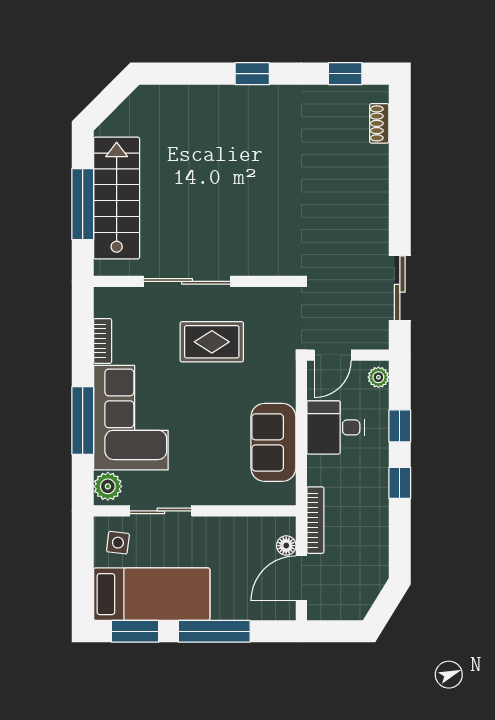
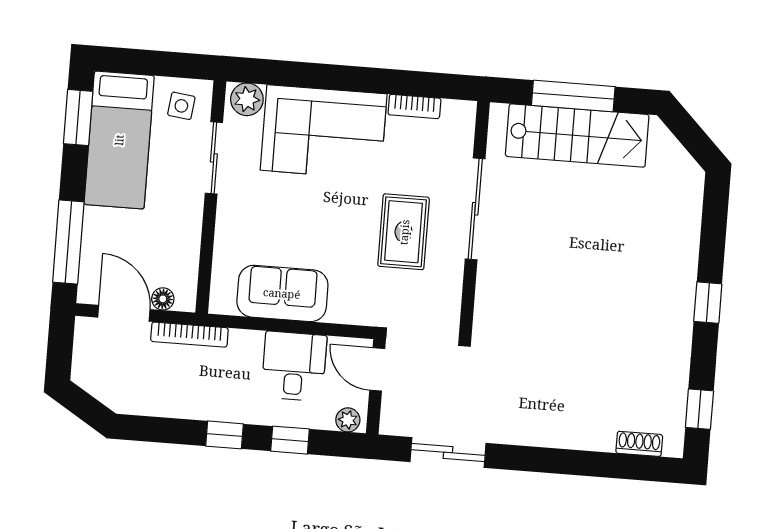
window: (83, 421) -> (325, 76), removed
window: (214, 631) -> (68, 242), moved

